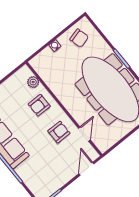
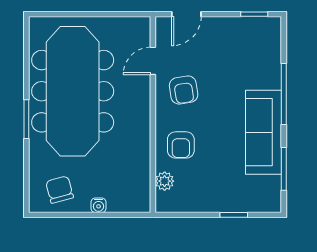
armchair: (39, 105) -> (181, 145), turned 90
armchair: (59, 132) -> (184, 90), turned -99

